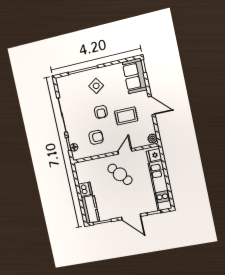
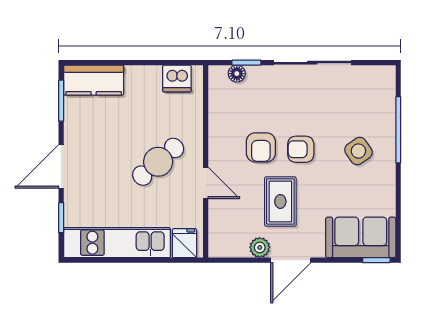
armchair: (96, 137) -> (261, 147), moved
plant: (153, 139) -> (260, 247), moved
dishwasher: (85, 189) -> (177, 78), moved

